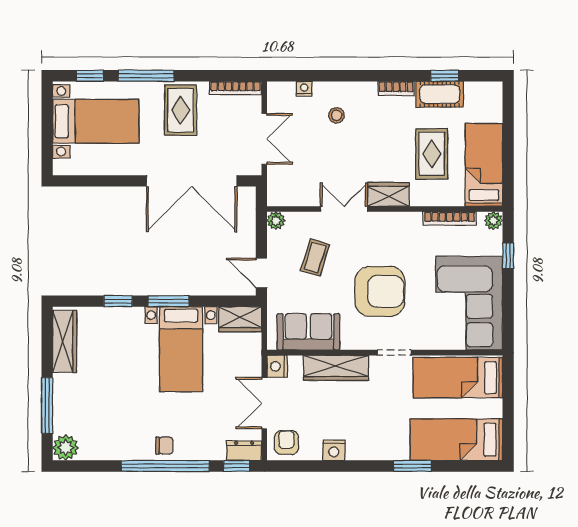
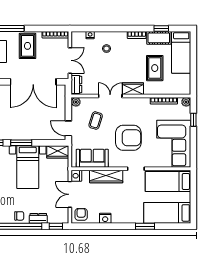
bed: (484, 165) -> (181, 52), moved, turned 180
dresser: (277, 186) -> (76, 85), added
dresser: (244, 451) -> (38, 218), moved

